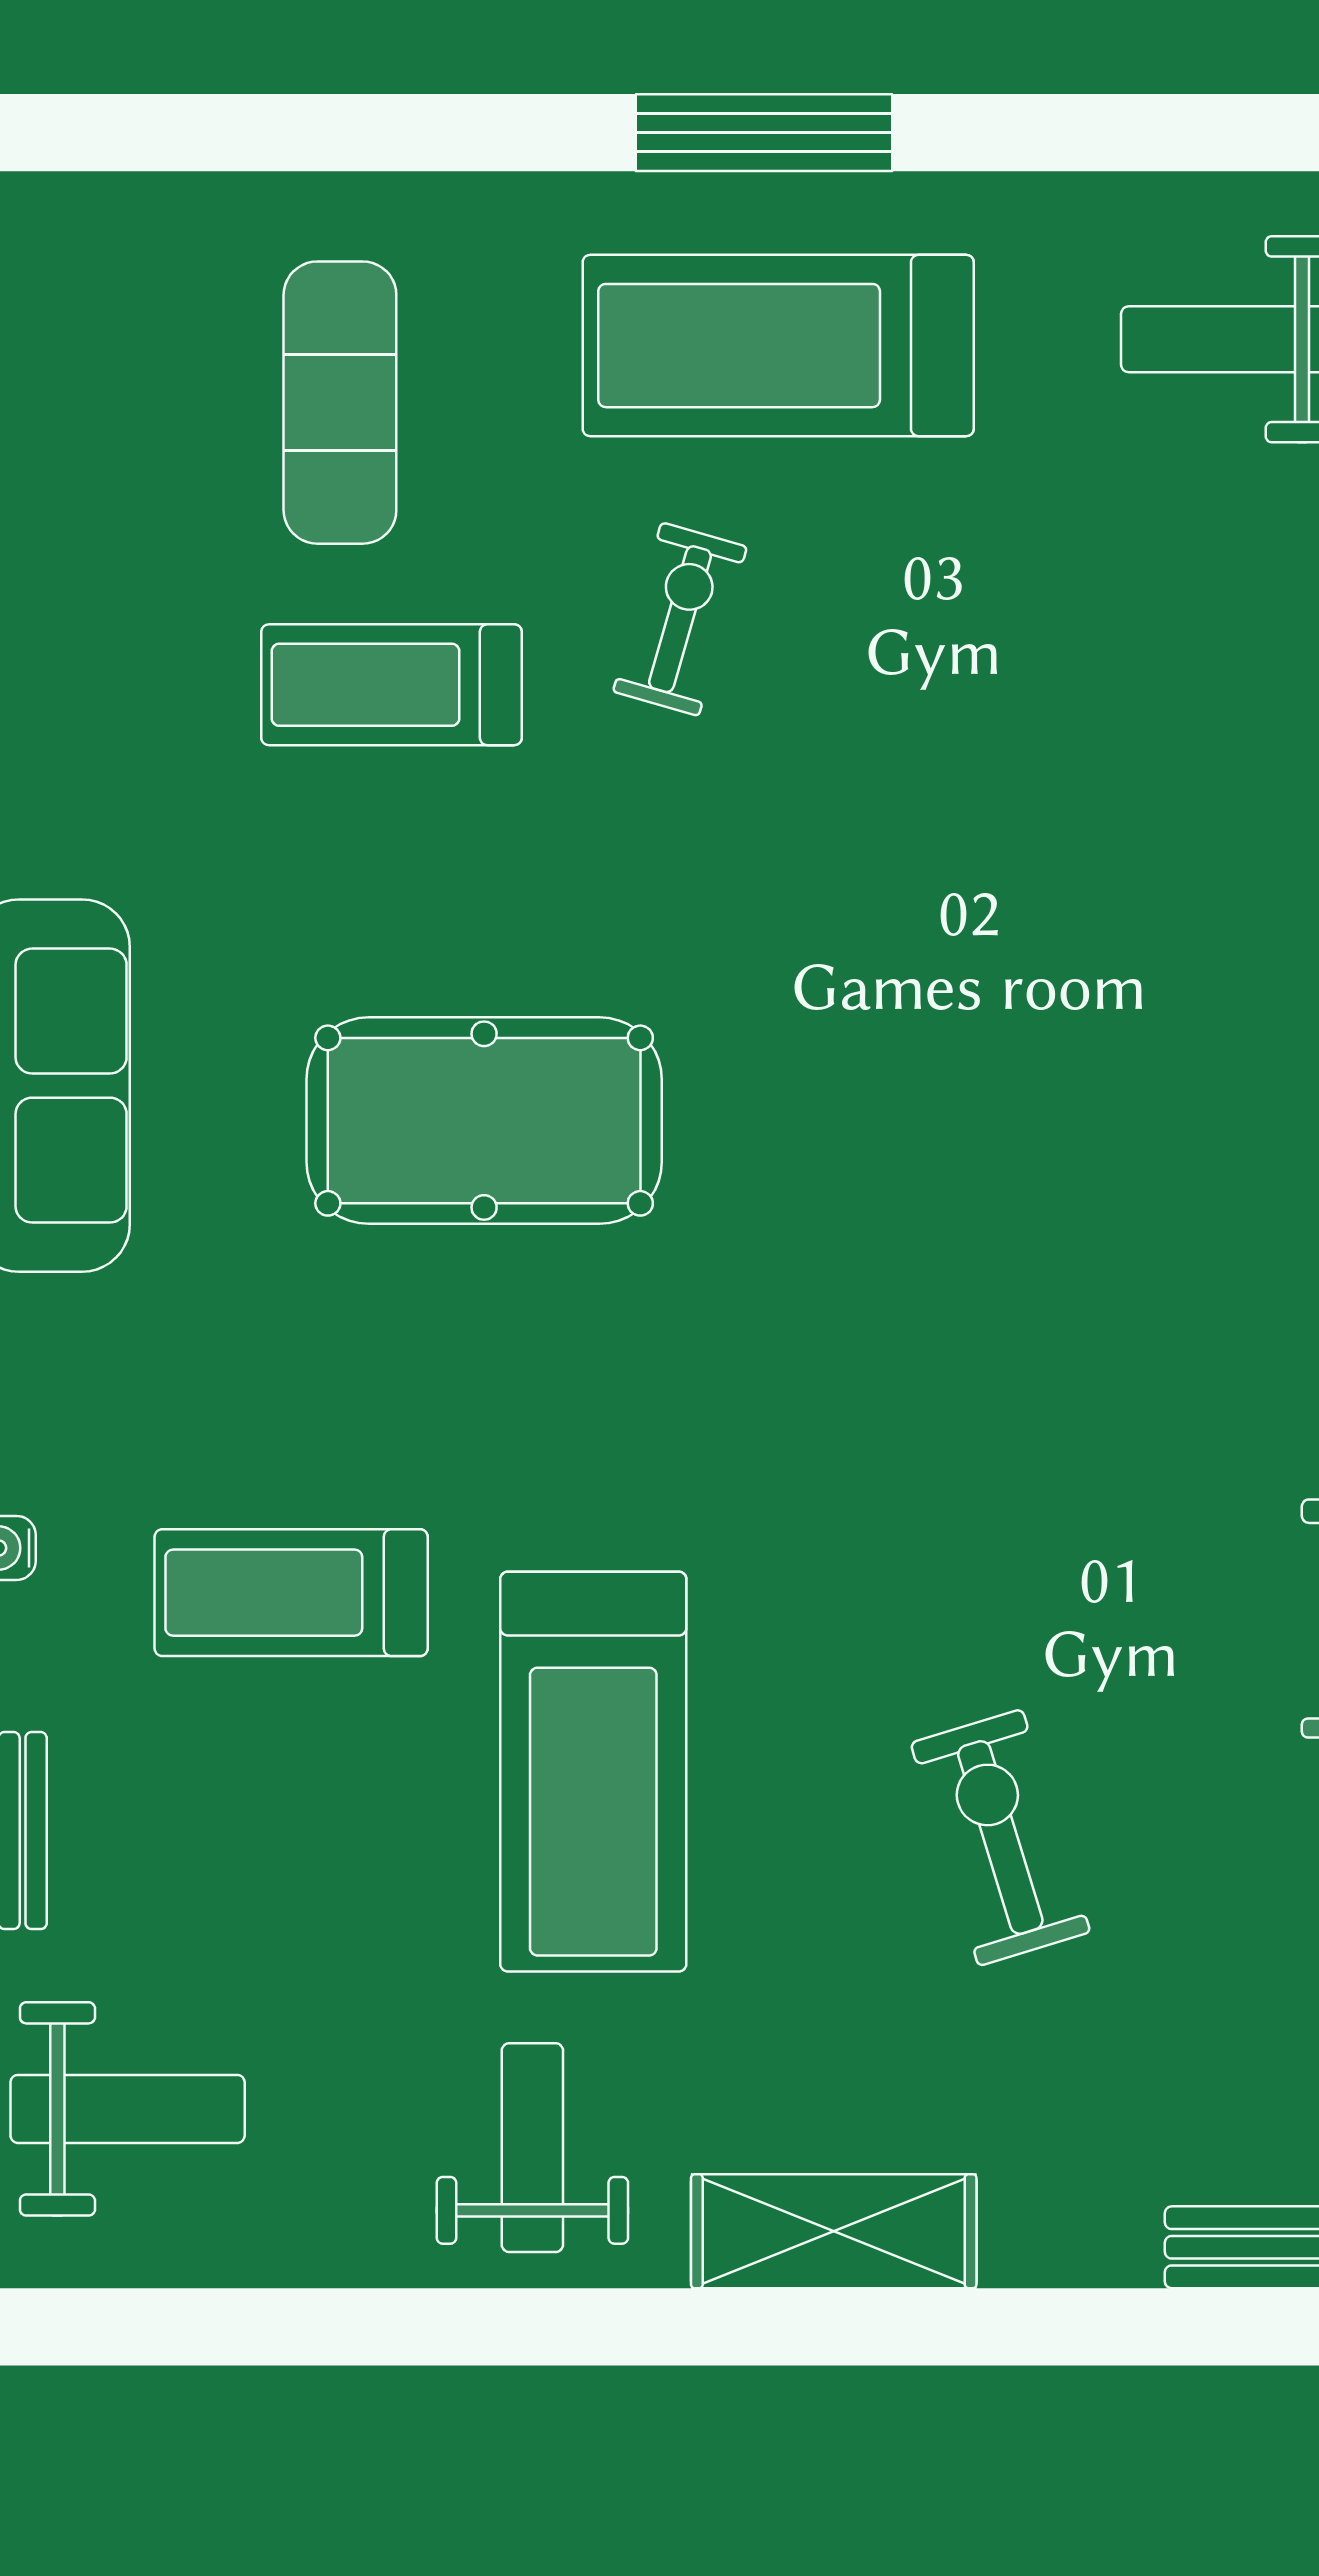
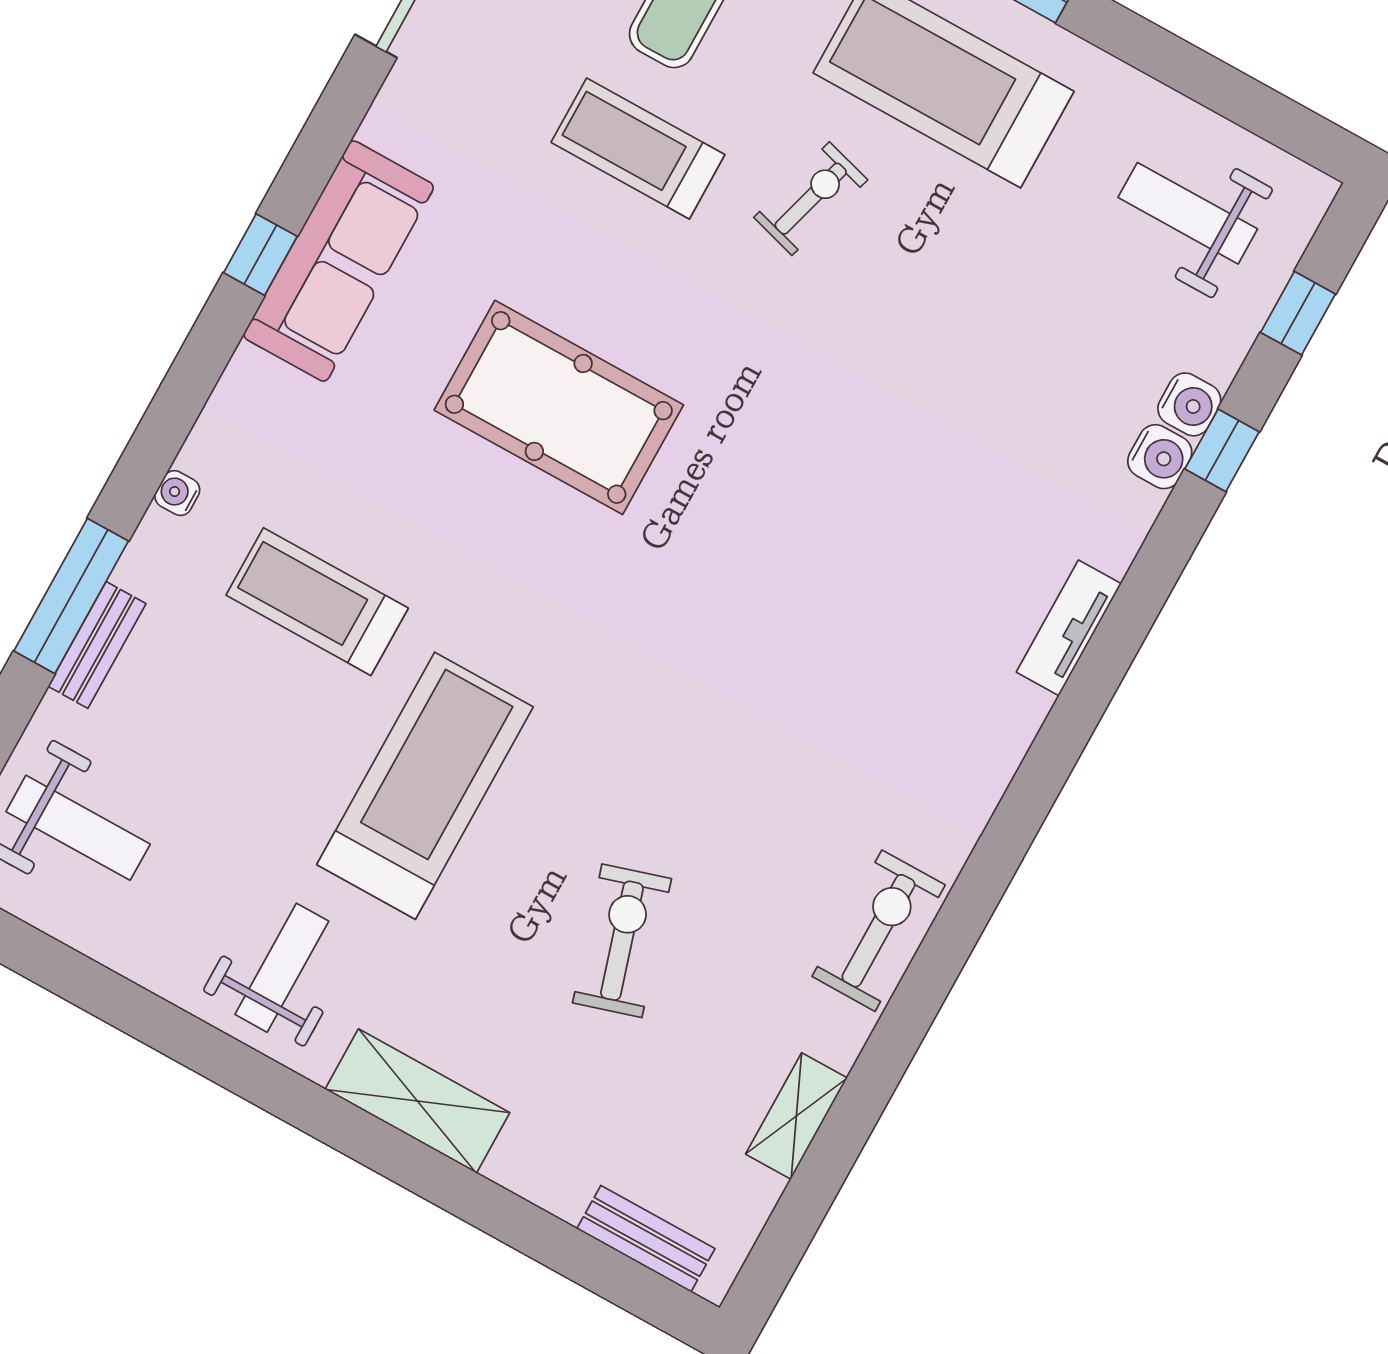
treadmill: (593, 1772) -> (425, 786), turned 180

